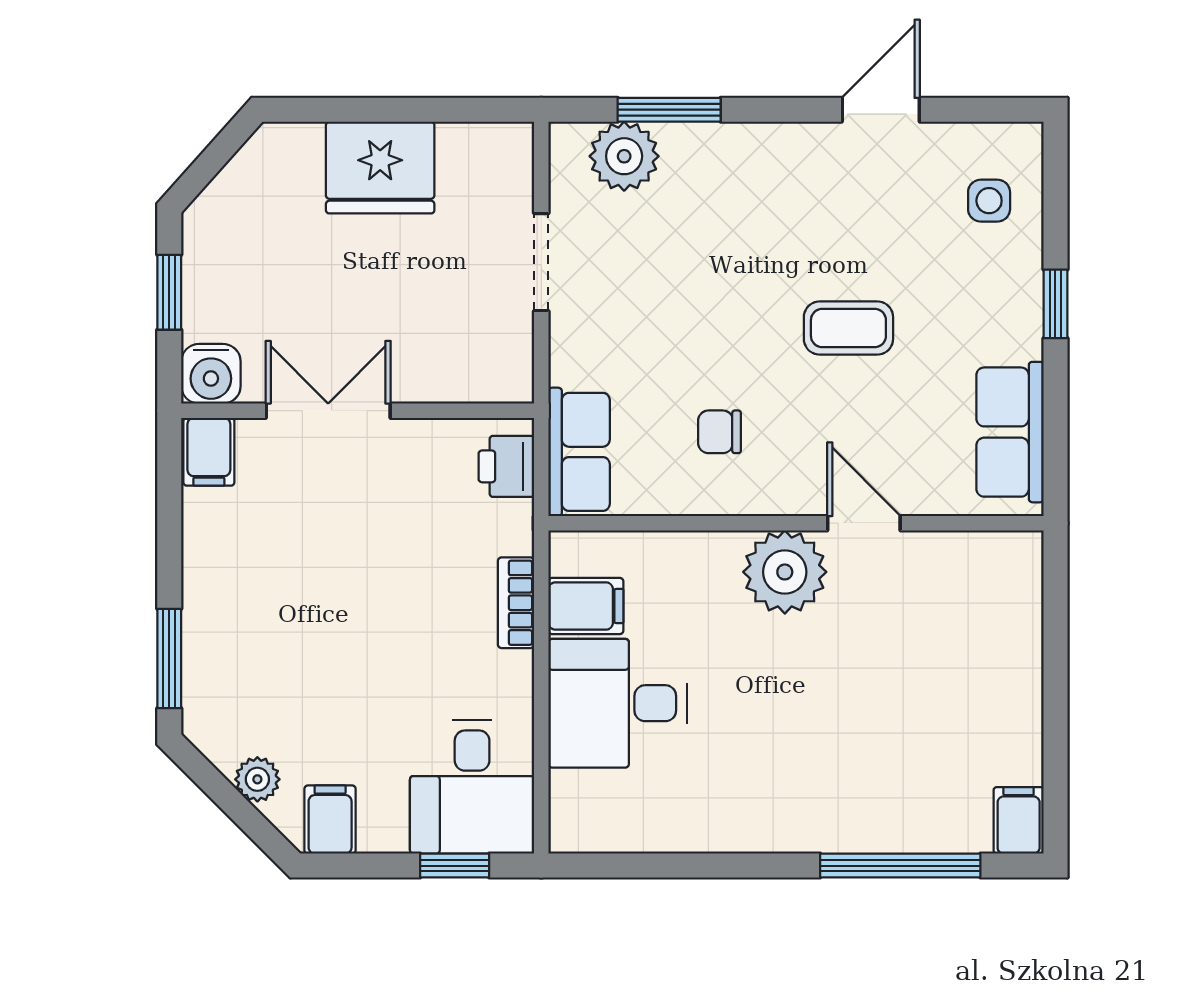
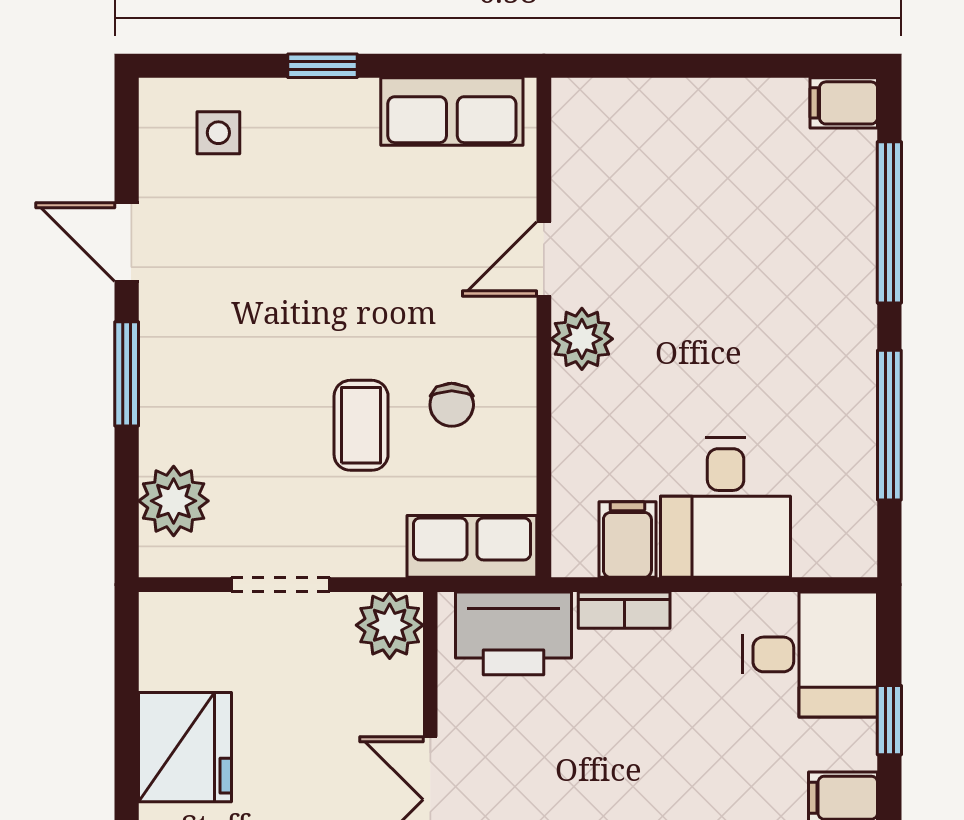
window: (669, 110) -> (127, 374), moved
coffee table: (848, 328) -> (361, 425), moved
plant: (501, 370) -> (390, 625), added
printer: (506, 466) -> (513, 633), width x1.87, depth x1.48
plant: (785, 572) -> (582, 339), width x0.73, depth x0.73
window: (455, 866) -> (889, 720), moved
window: (699, 866) -> (889, 425), added

